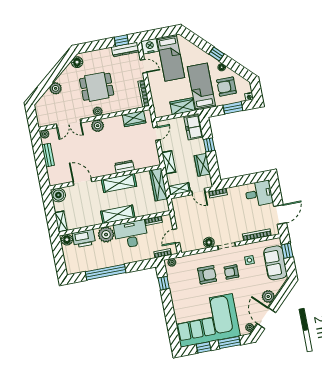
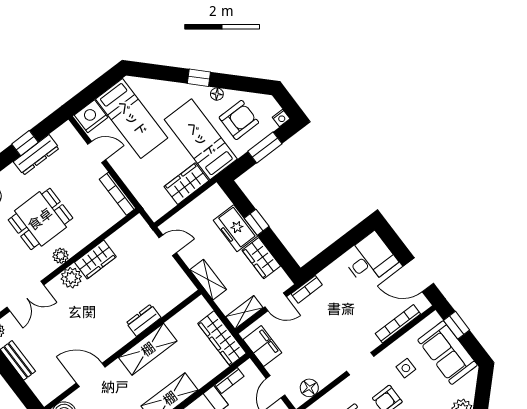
window: (121, 41) -> (25, 143), moved
dresser: (125, 49) -> (36, 155), moved
armchair: (226, 87) -> (239, 120), turned 180
wardrobe: (134, 119) -> (95, 259), moved
freezer: (194, 127) -> (235, 228), moved
door: (157, 134) -> (168, 245), hinge flipped
wardrobe: (158, 185) -> (222, 338), moved
filing cabinet: (180, 211) -> (262, 346), added
door: (280, 214) -> (418, 275), swing flipped
floor lamp: (209, 242) -> (309, 388), moved

